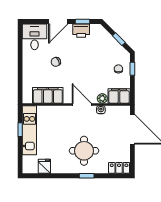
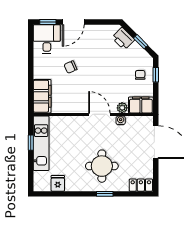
window: (82, 21) -> (48, 22), moved
printer: (81, 31) -> (123, 39), moved, turned 45
filing cabinet: (48, 95) -> (42, 96), moved, turned 90

